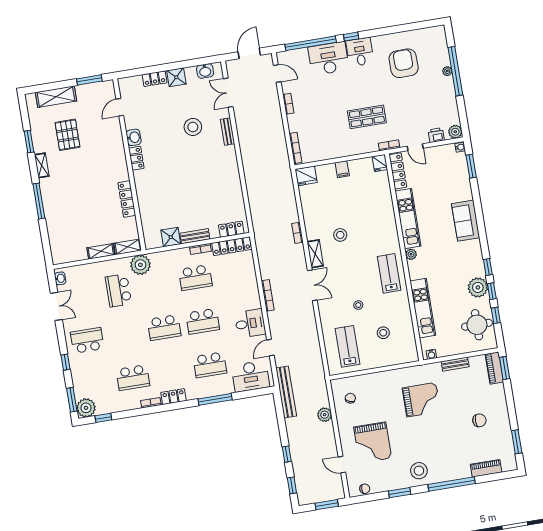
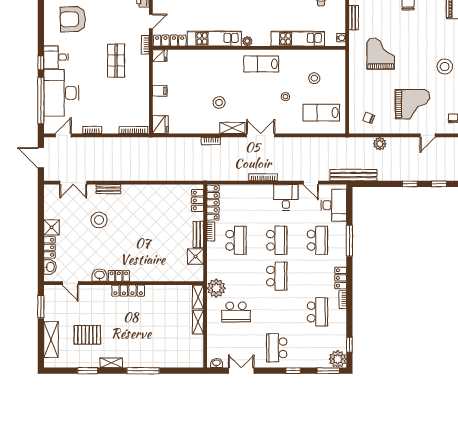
desk: (329, 58) -> (61, 93), width x1.36, depth x1.30
washbasin: (205, 71) -> (50, 267), moved
locker: (127, 199) -> (128, 291), moved

